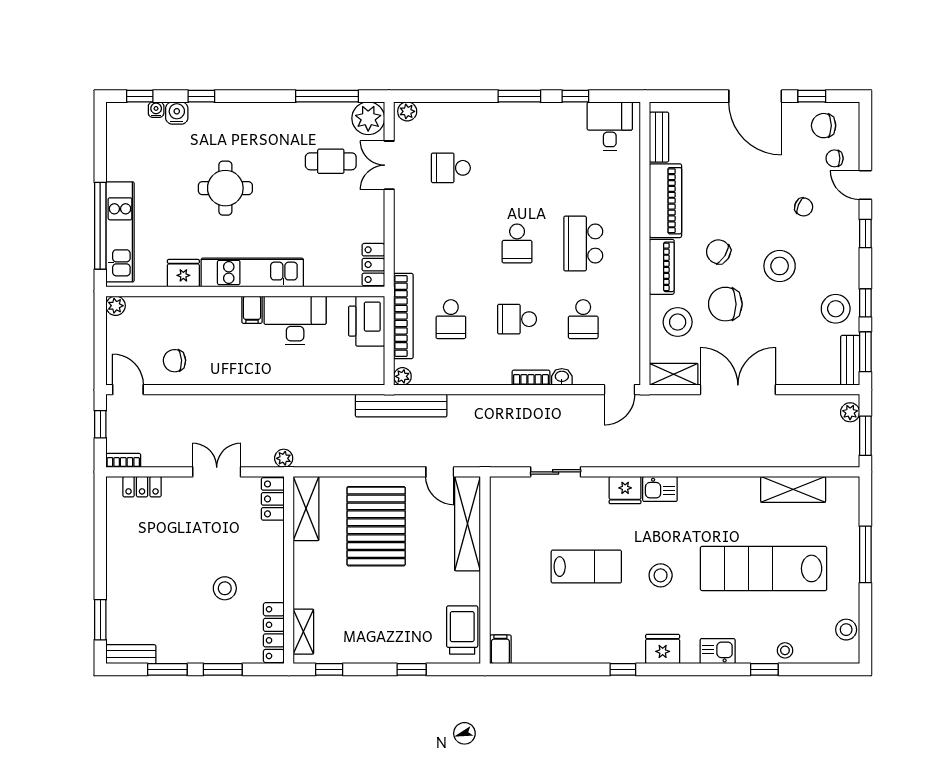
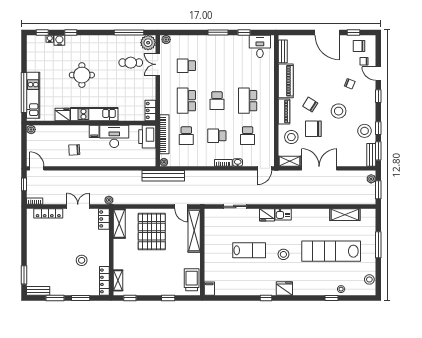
school desk: (451, 244) -> (186, 101), added
chair: (174, 361) -> (74, 150), moved
locker: (142, 487) -> (48, 213), width x1.53
kitchen sink: (718, 651) -> (310, 289), removed

